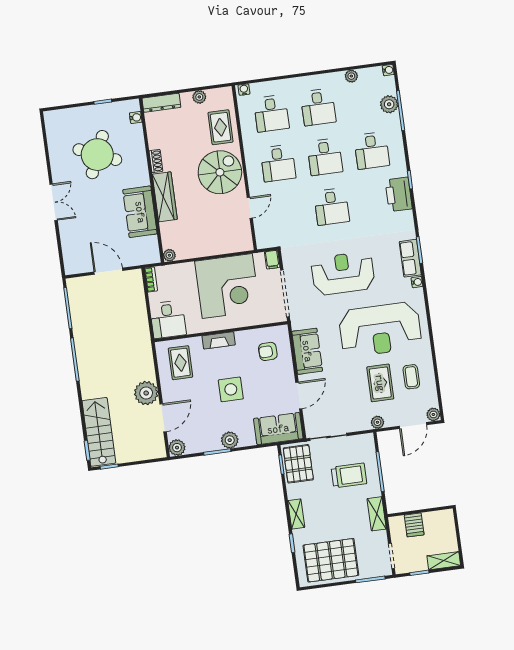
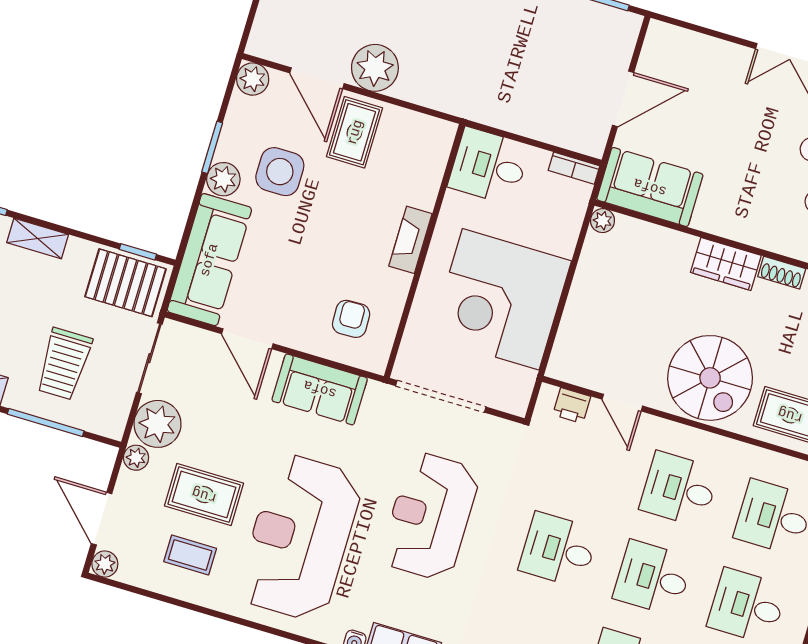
wardrobe: (165, 197) -> (726, 264), width x0.67
sofa: (140, 212) -> (650, 187), moved
printer: (262, 231) -> (572, 406), added
filing cabinet: (272, 260) -> (512, 401), removed
reception desk: (343, 273) -> (430, 516), turned 180
rug: (180, 363) -> (355, 132), moved, turned 90
side table: (231, 389) -> (280, 172), moved
plant: (357, 419) -> (157, 424), added
sofa: (278, 429) -> (209, 260), width x1.36

